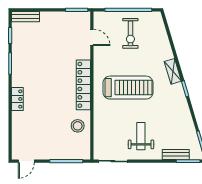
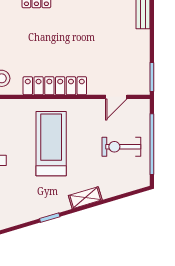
shelving: (173, 71) -> (85, 198), moved
treadmill: (128, 88) -> (51, 144), turned 180

